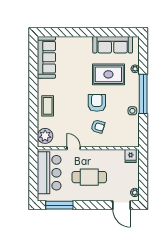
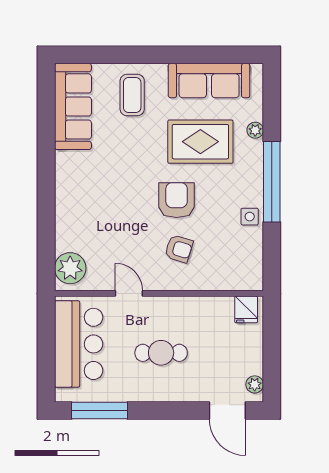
coffee table: (48, 106) -> (132, 95), moved
cafe table: (89, 177) -> (161, 353), width x0.73, depth x0.74

